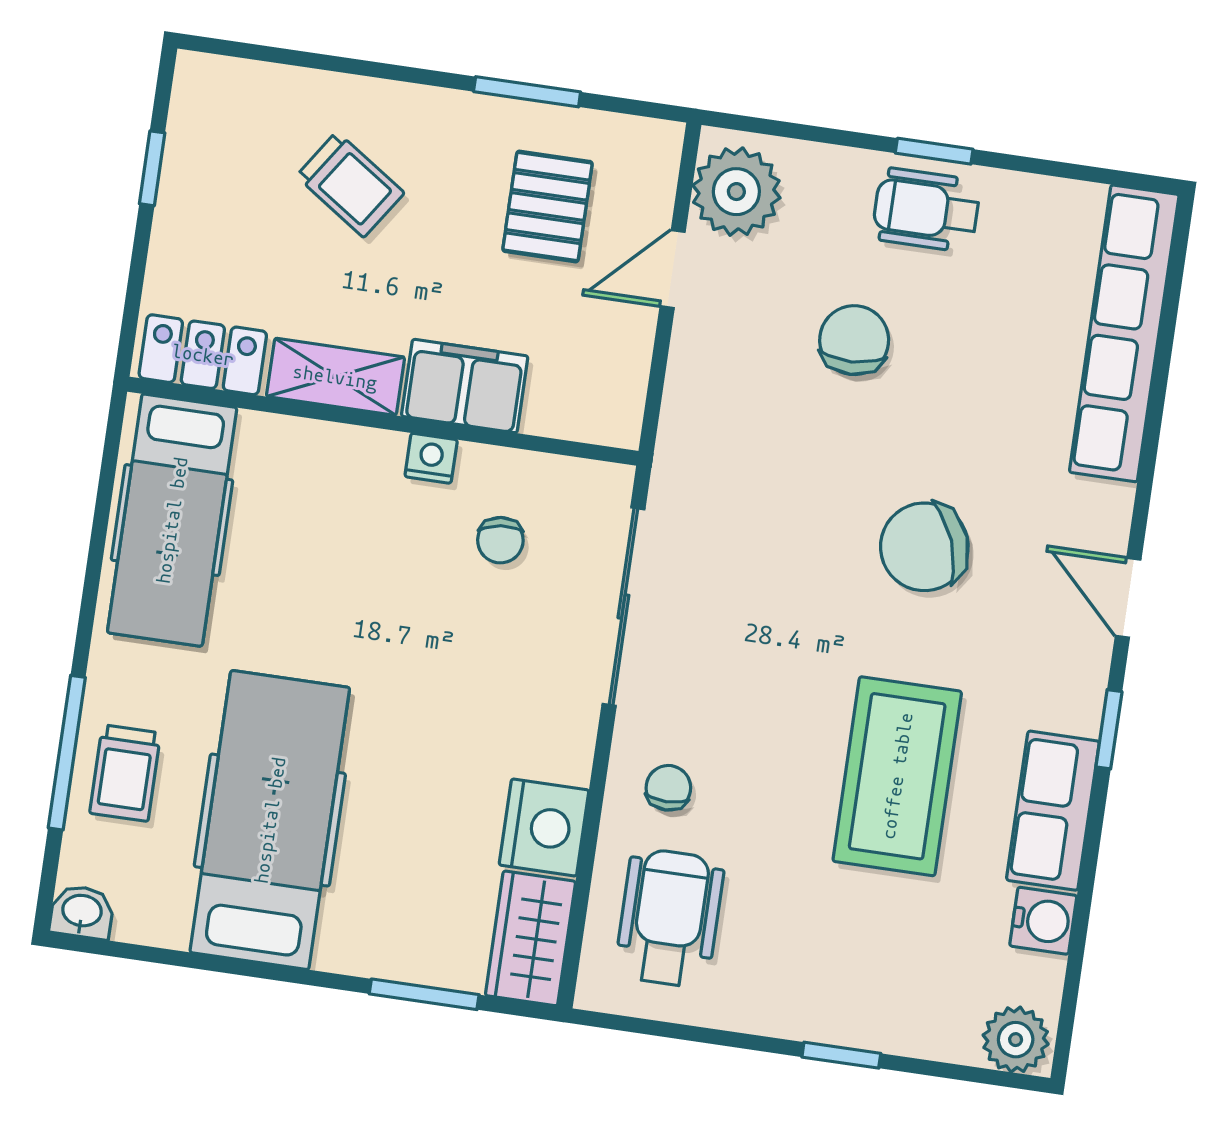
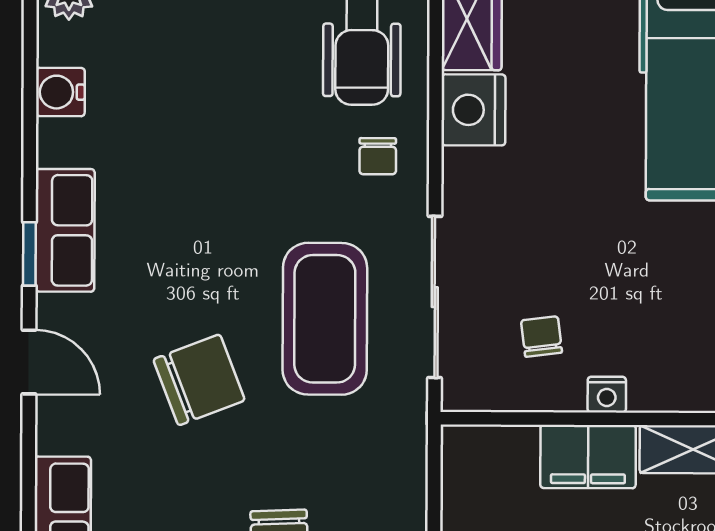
coffee table: (897, 776) -> (325, 319), moved
row of seats: (1053, 811) -> (65, 230), moved

